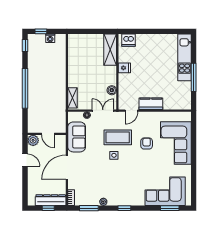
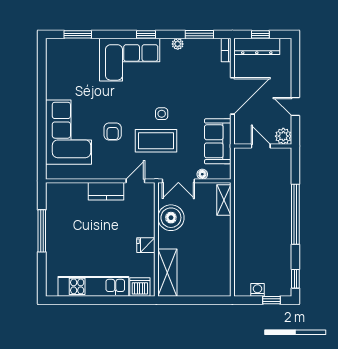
kitchen unit: (185, 57) -> (93, 286), moved, turned -90
boiler: (112, 90) -> (171, 218), width x1.86, depth x1.86
corner sofa: (165, 191) -> (130, 60), moved

